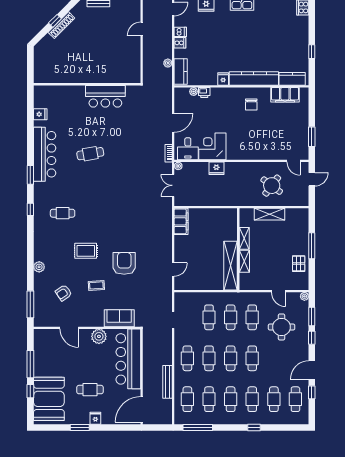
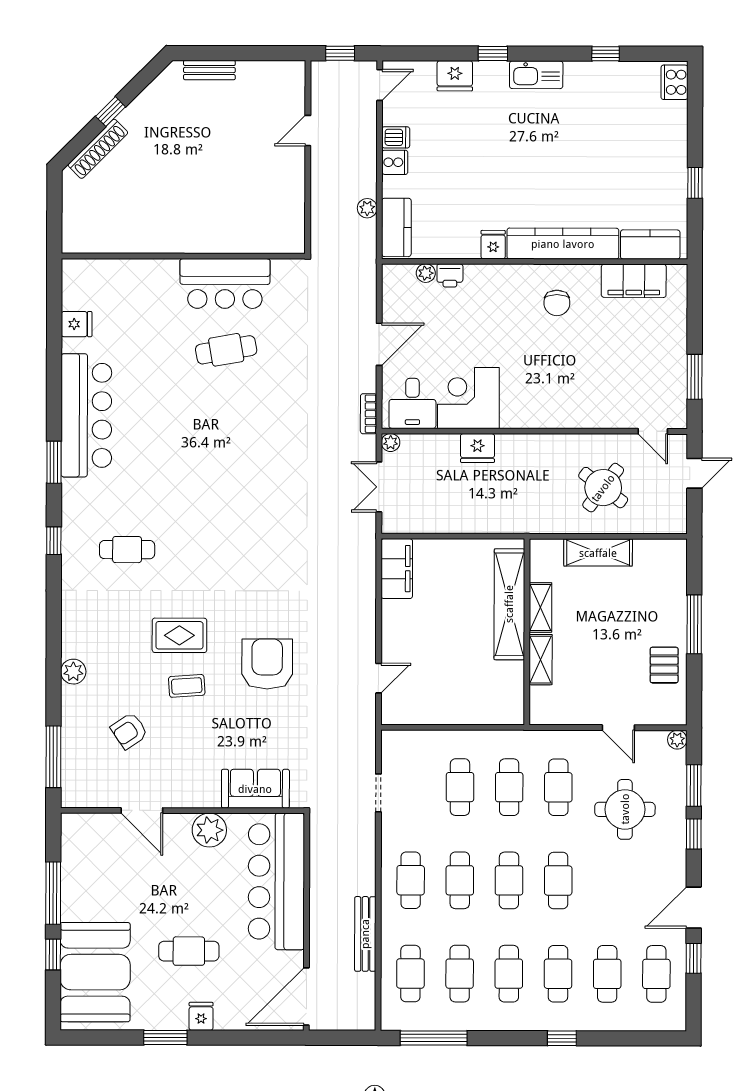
shoe rack: (61, 25) -> (98, 149), moved
cafe table: (90, 154) -> (226, 350), moved
shelving: (231, 266) -> (509, 604), moved
coffee table: (96, 285) -> (187, 686), moved

